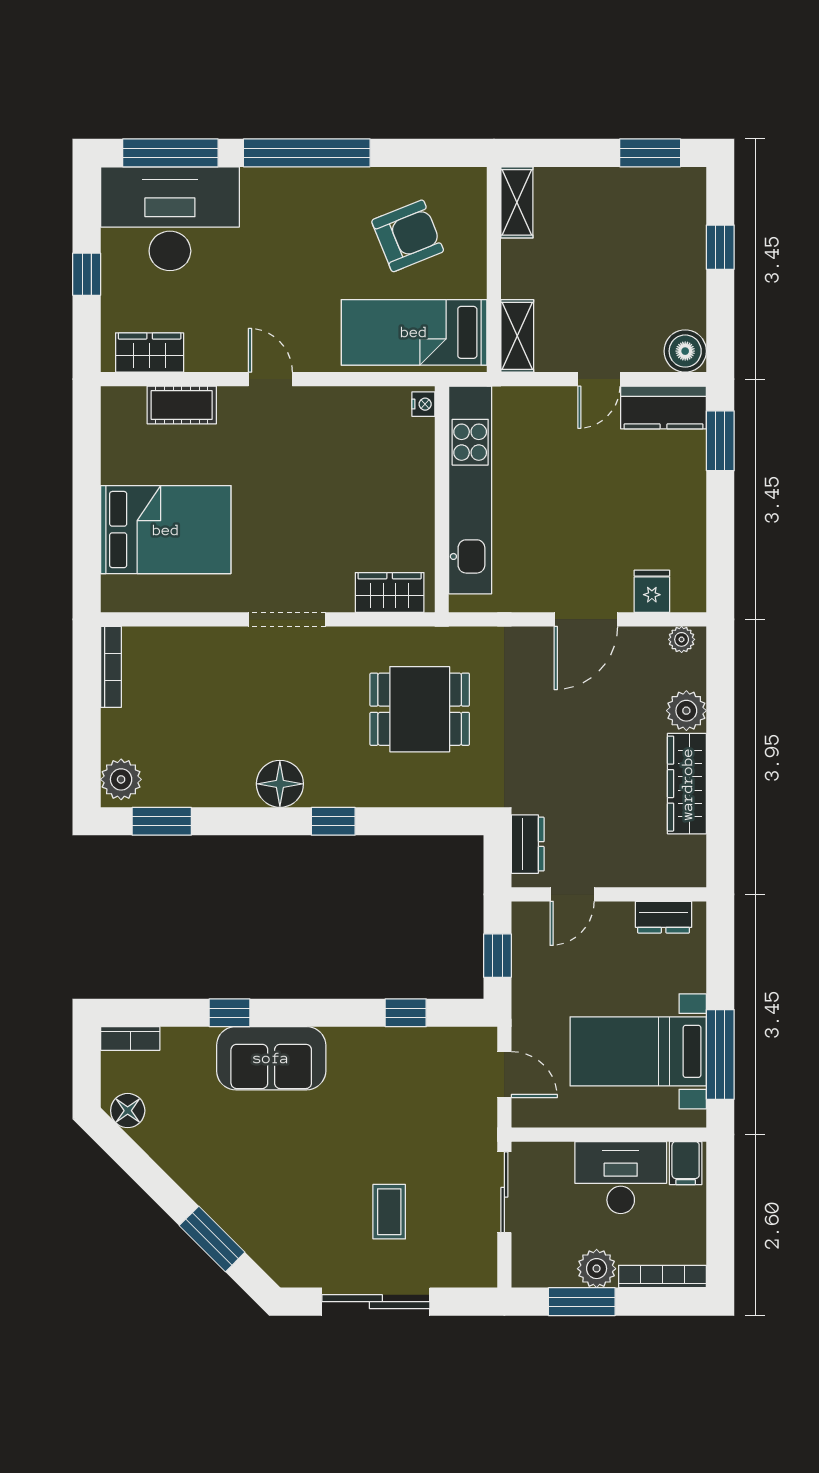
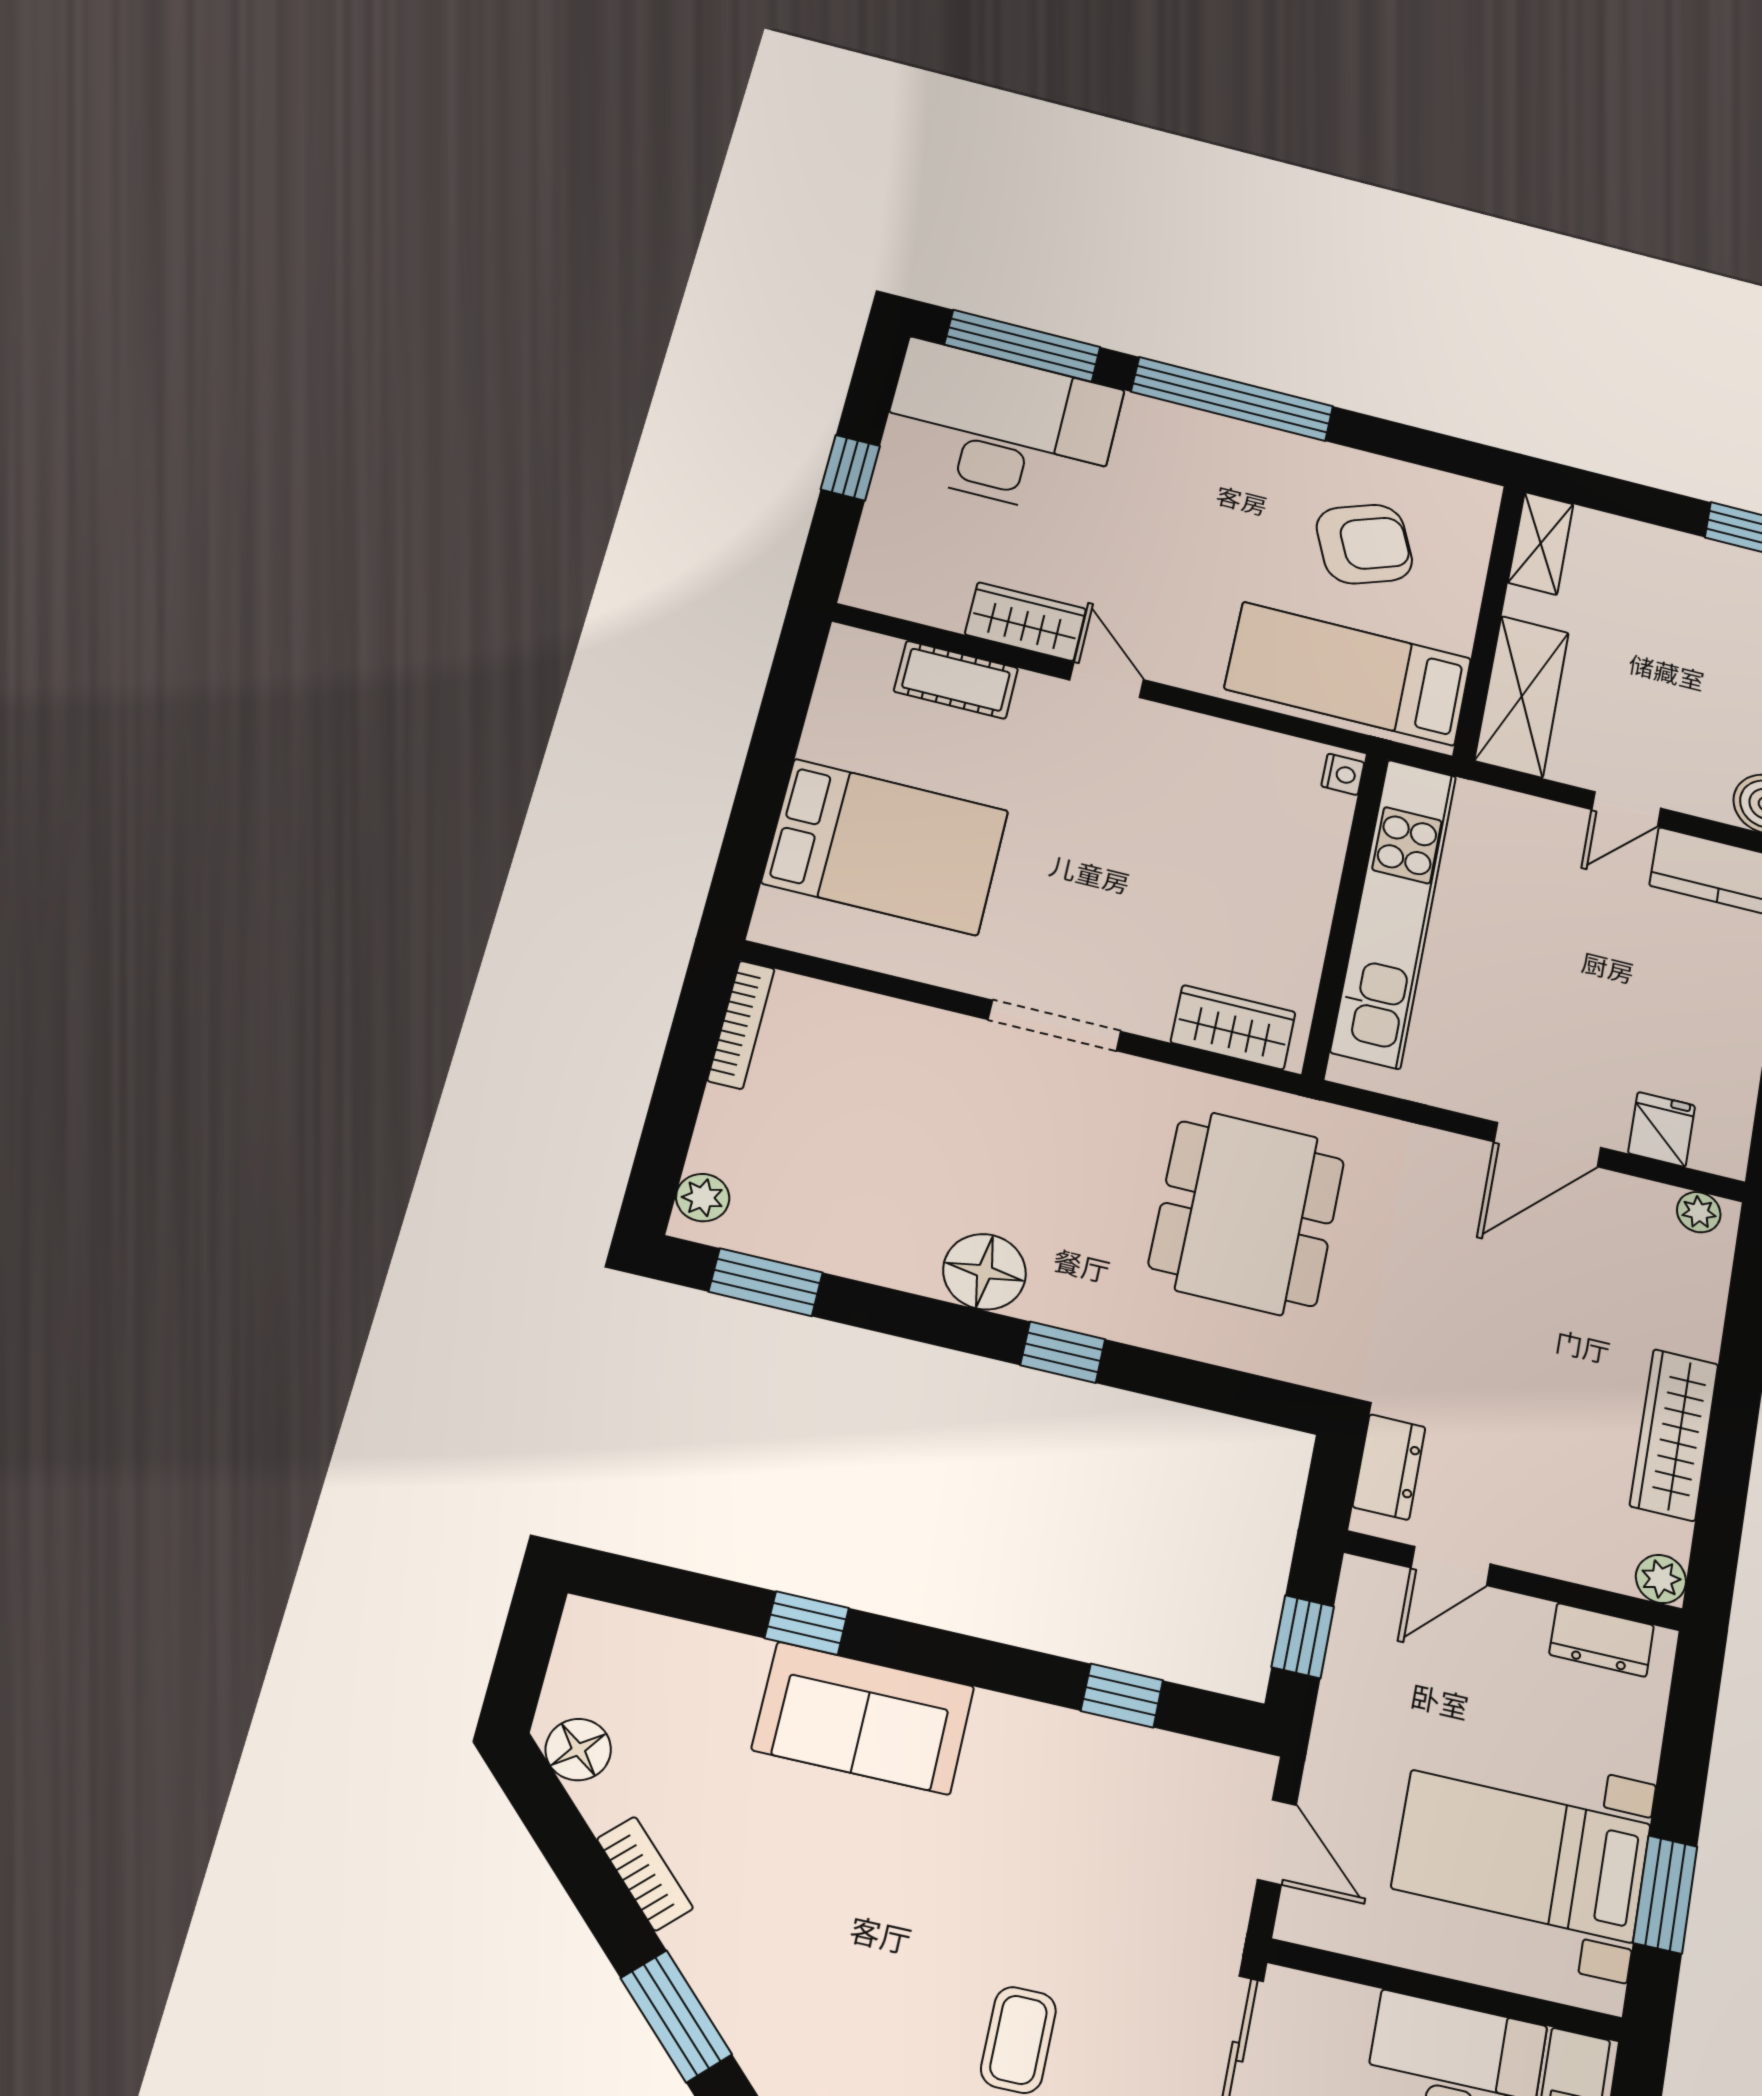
shelving: (517, 336) -> (1522, 696), width x1.50, depth x1.33
wardrobe: (150, 352) -> (1026, 622), moved
dining table: (420, 709) -> (1247, 1213), width x1.38
plant: (686, 711) -> (1661, 1579), moved, width x0.73, depth x0.73
plant: (121, 779) -> (703, 1198), width x0.73, depth x0.73
bookcase: (130, 1038) -> (645, 1874), moved, turned -135
window: (720, 1054) -> (1665, 1894), width x0.69

